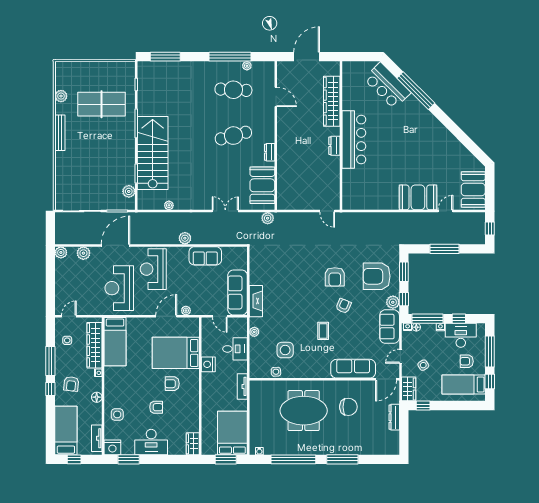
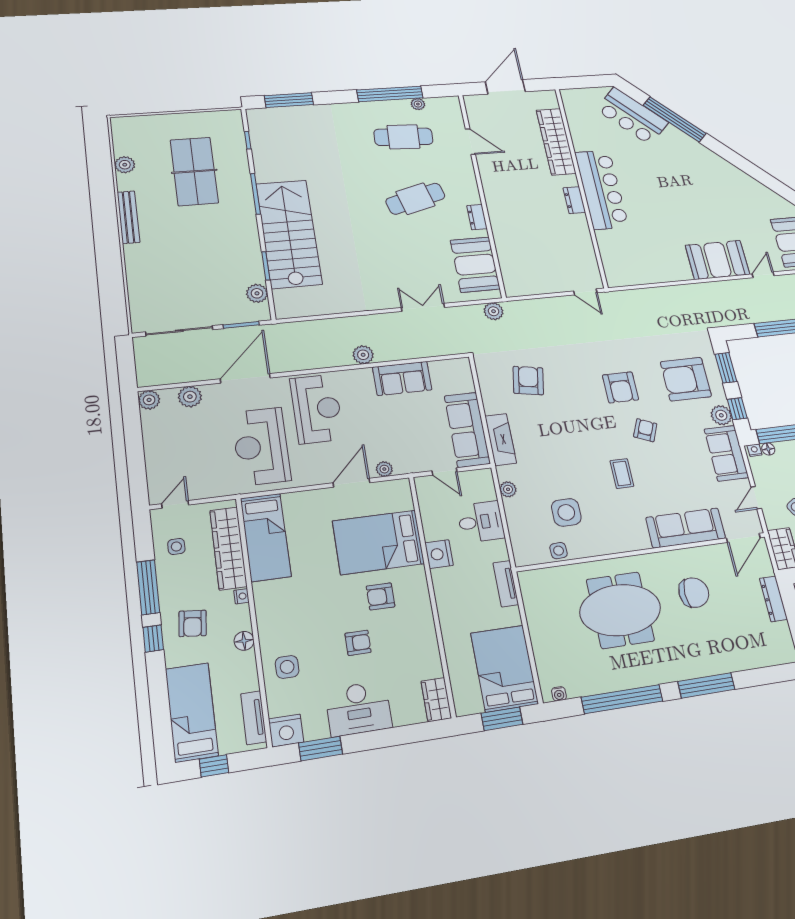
table tennis table: (102, 104) -> (194, 171), turned 90
plant: (169, 205) -> (328, 308), removed
armchair: (280, 266) -> (528, 381), added
reception desk: (153, 269) -> (317, 409), turned 180

